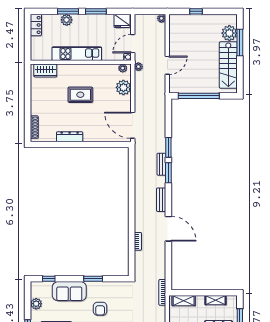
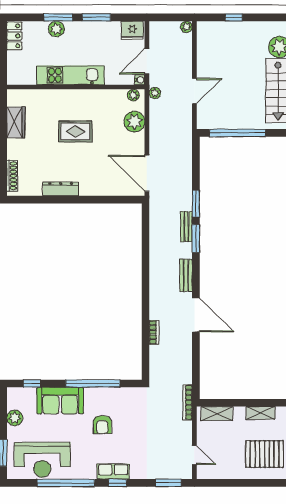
wardrobe: (45, 70) -> (16, 122), moved, turned -90
window: (93, 279) -> (93, 384), width x2.11

